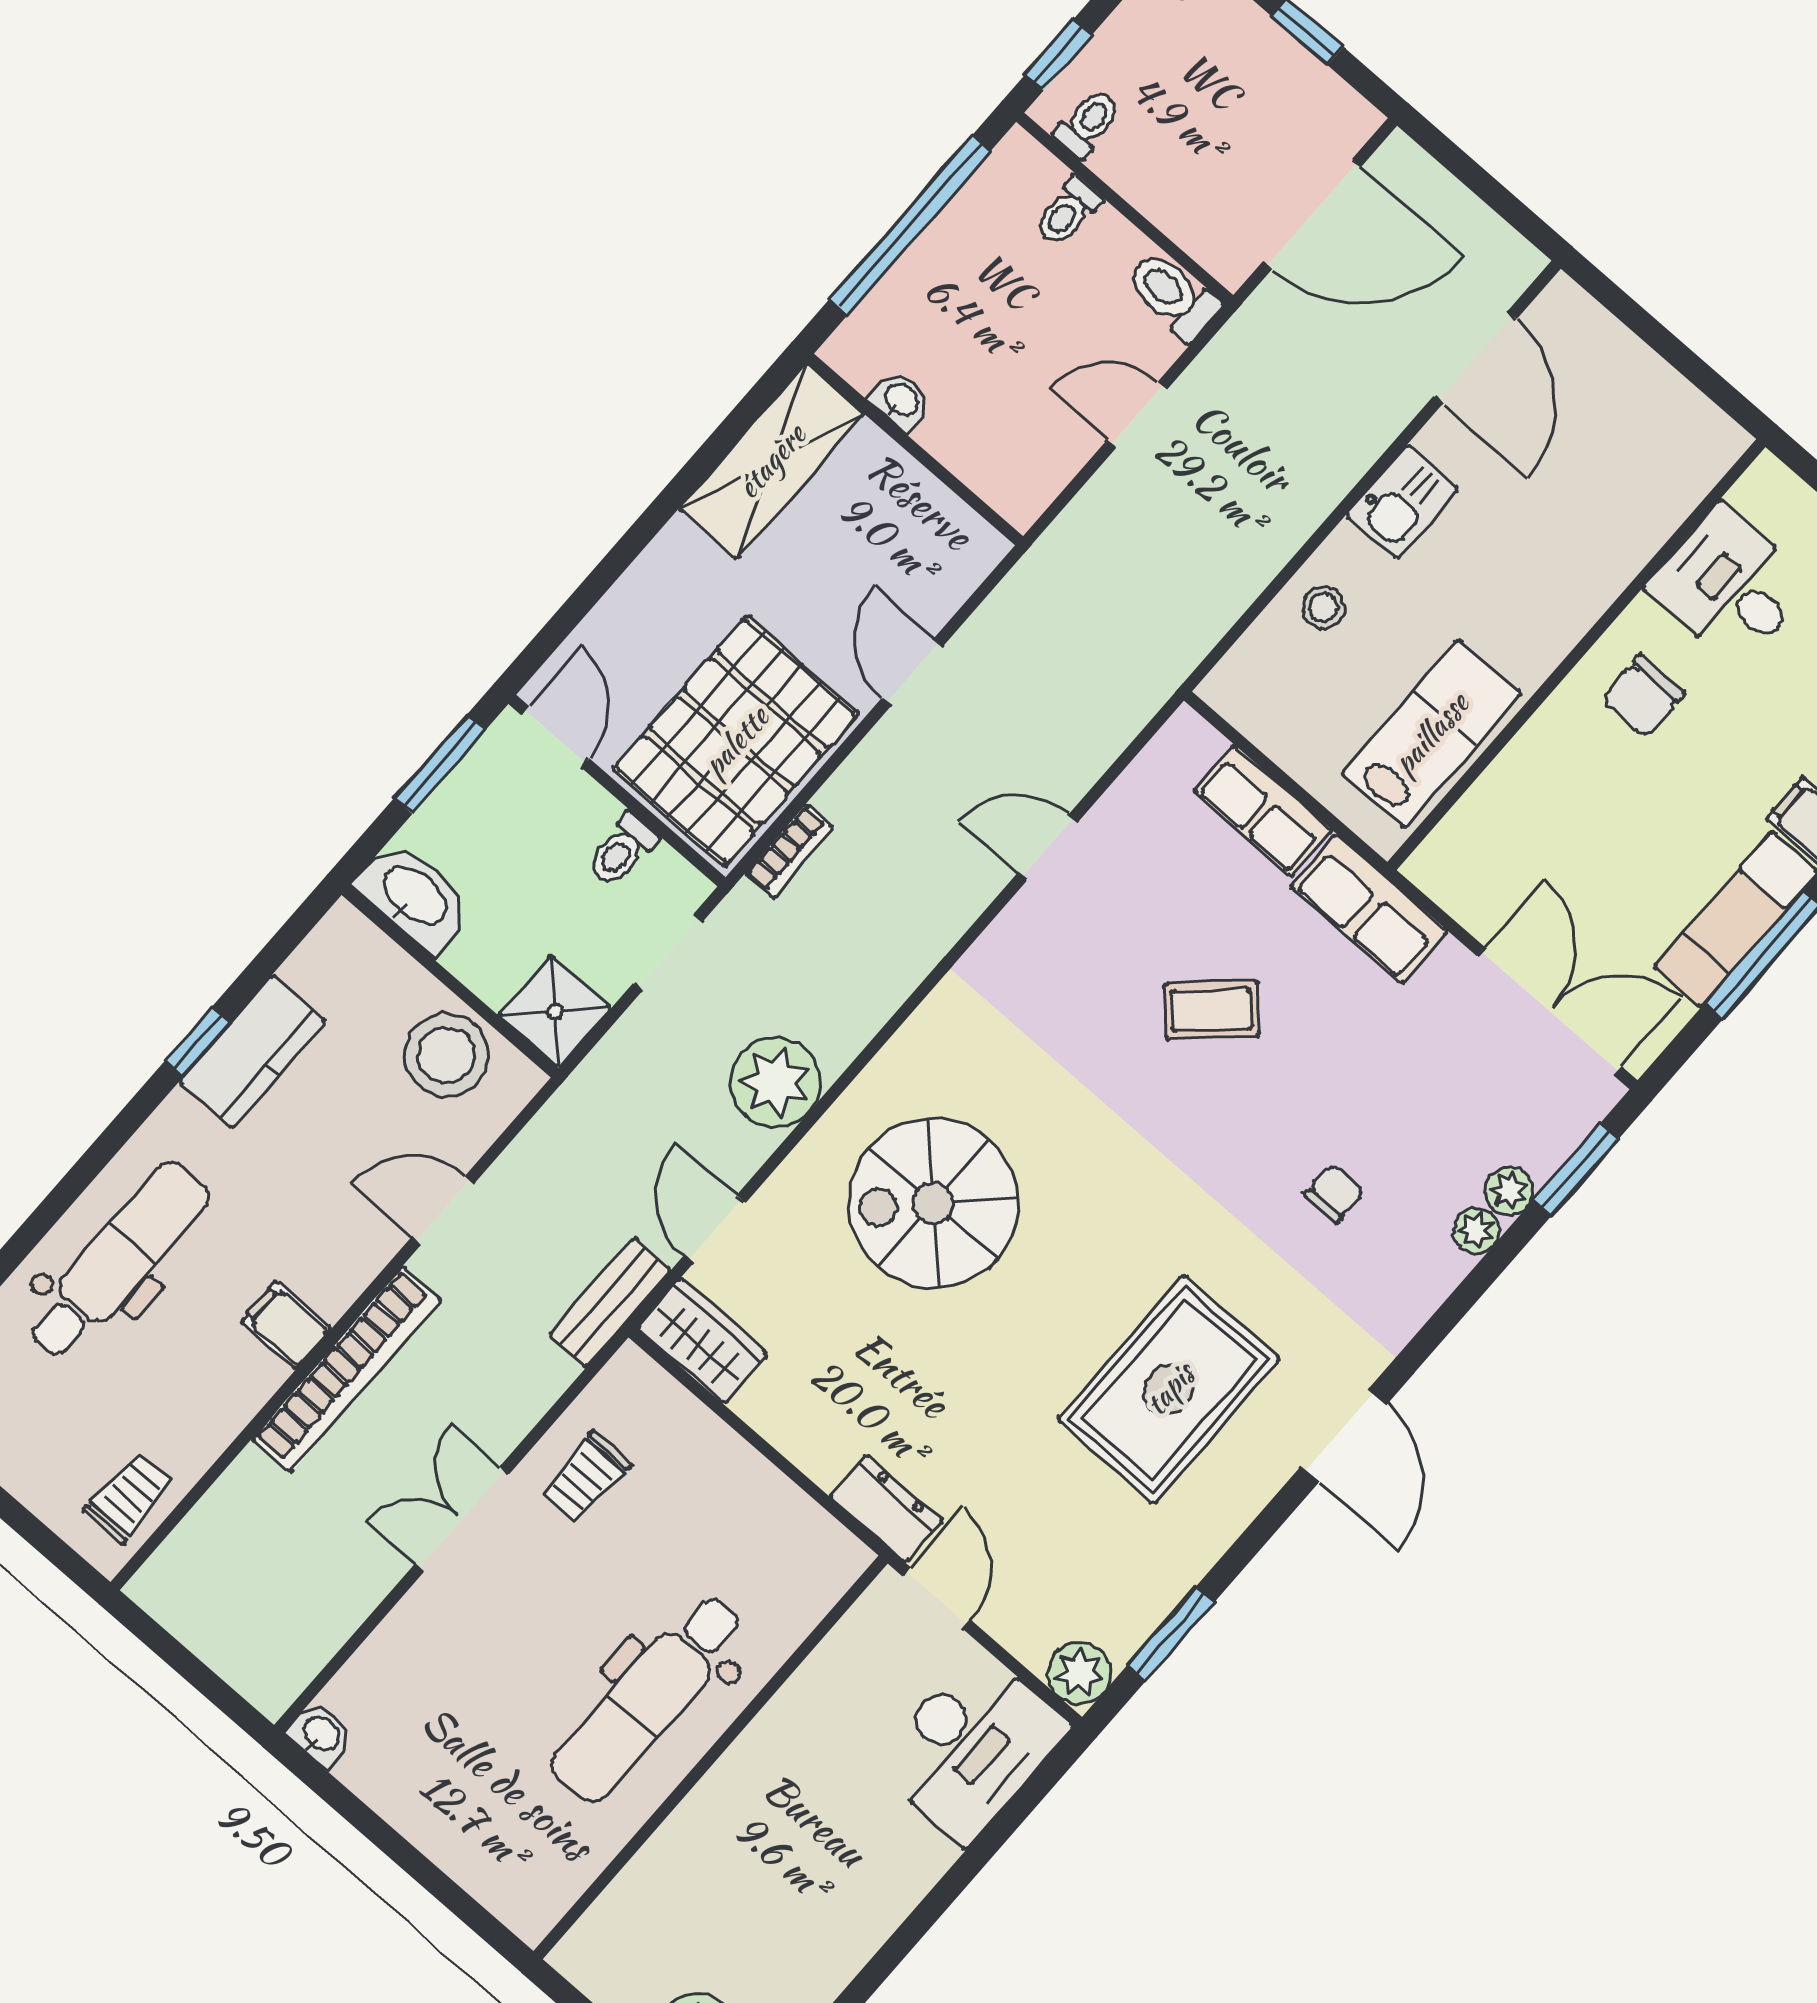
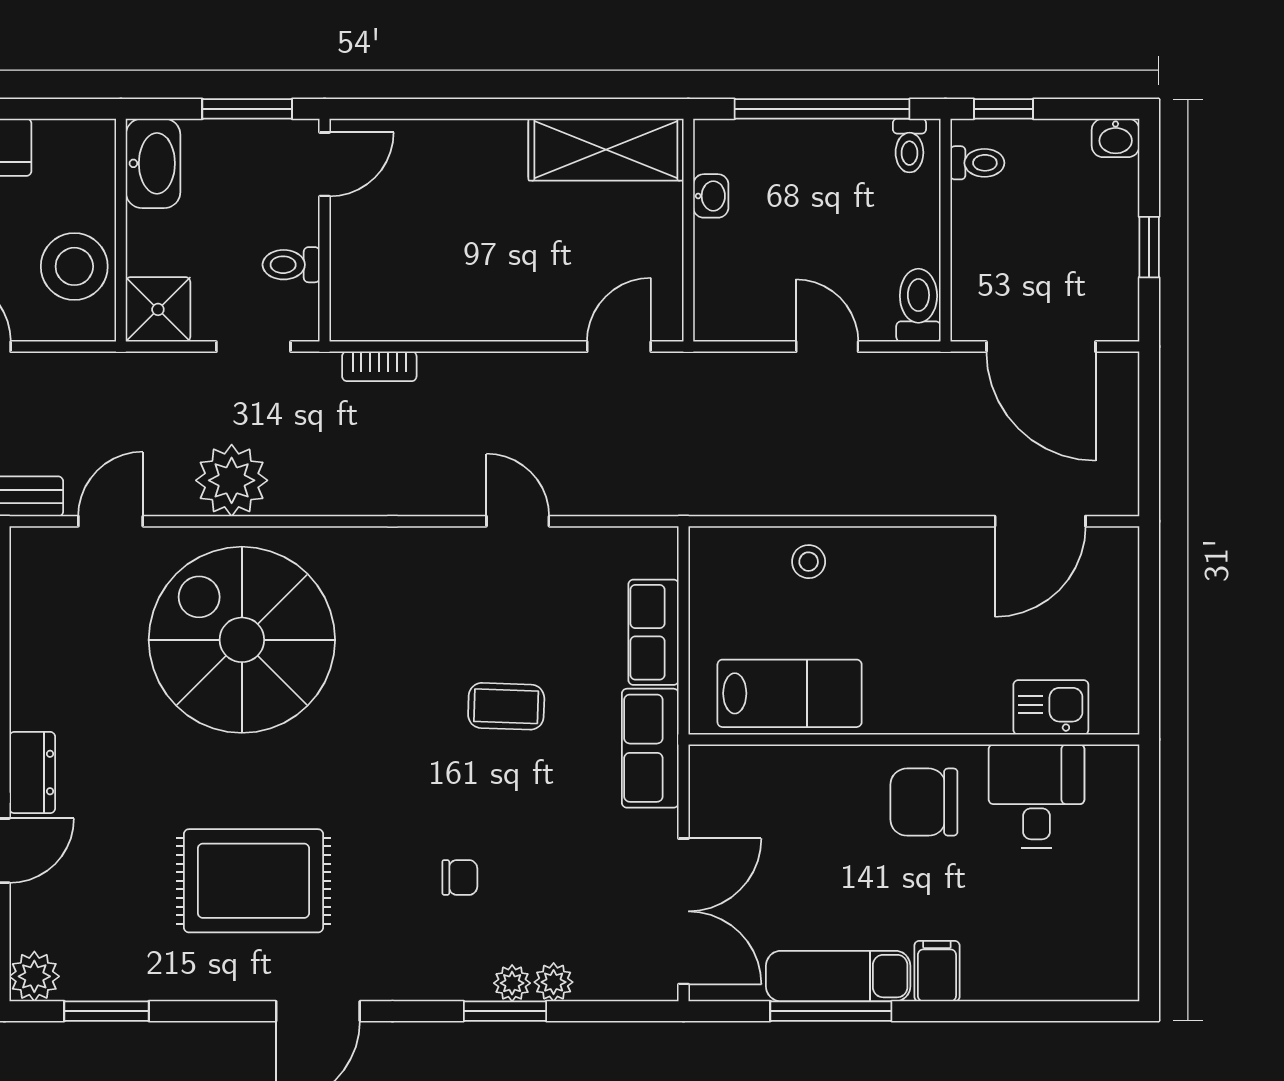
toilet: (1068, 212) -> (909, 146), moved, turned -90
kitchen sink: (1402, 502) -> (1051, 707), moved, turned 180
door: (912, 672) -> (619, 347), moved
chair: (1643, 696) -> (924, 802), width x1.37, depth x1.37
pallet: (736, 741) -> (417, 276), removed
coffee table: (1212, 1010) -> (506, 706), turned -45
window: (1576, 1170) -> (505, 1011), moved
spiral stairs: (933, 1203) -> (242, 640), width x1.37, depth x1.37
wardrobe: (702, 1341) -> (36, 573), removed

